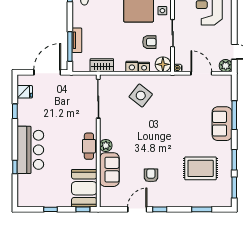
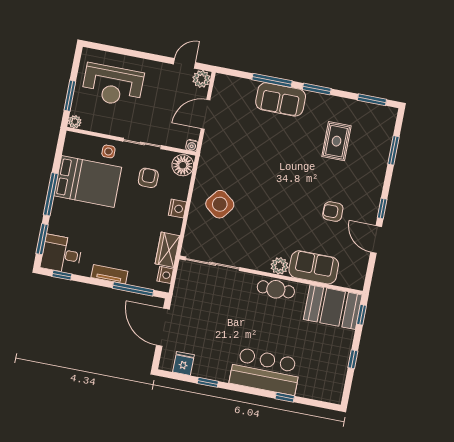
tv unit: (77, 40) -> (109, 274), moved
nightstand: (144, 67) -> (165, 275), moved
window: (234, 160) -> (317, 89), moved
rug: (201, 168) -> (336, 141), width x0.73, depth x0.70

